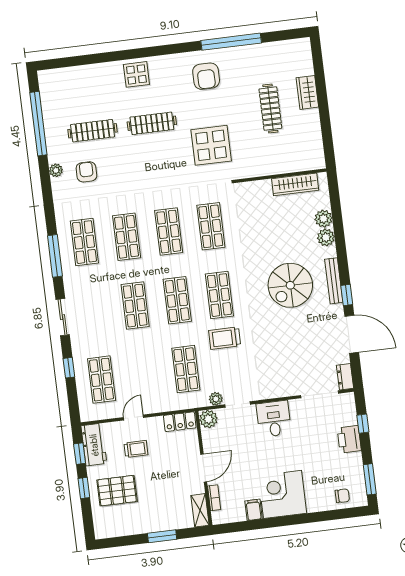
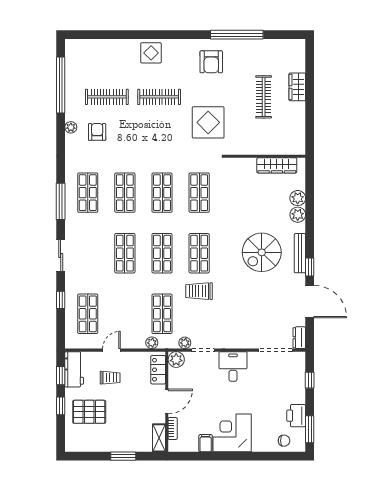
plant: (178, 403) -> (152, 343), added
locker: (180, 422) -> (158, 370), moved, turned 90
printer: (349, 439) -> (296, 416), moved

